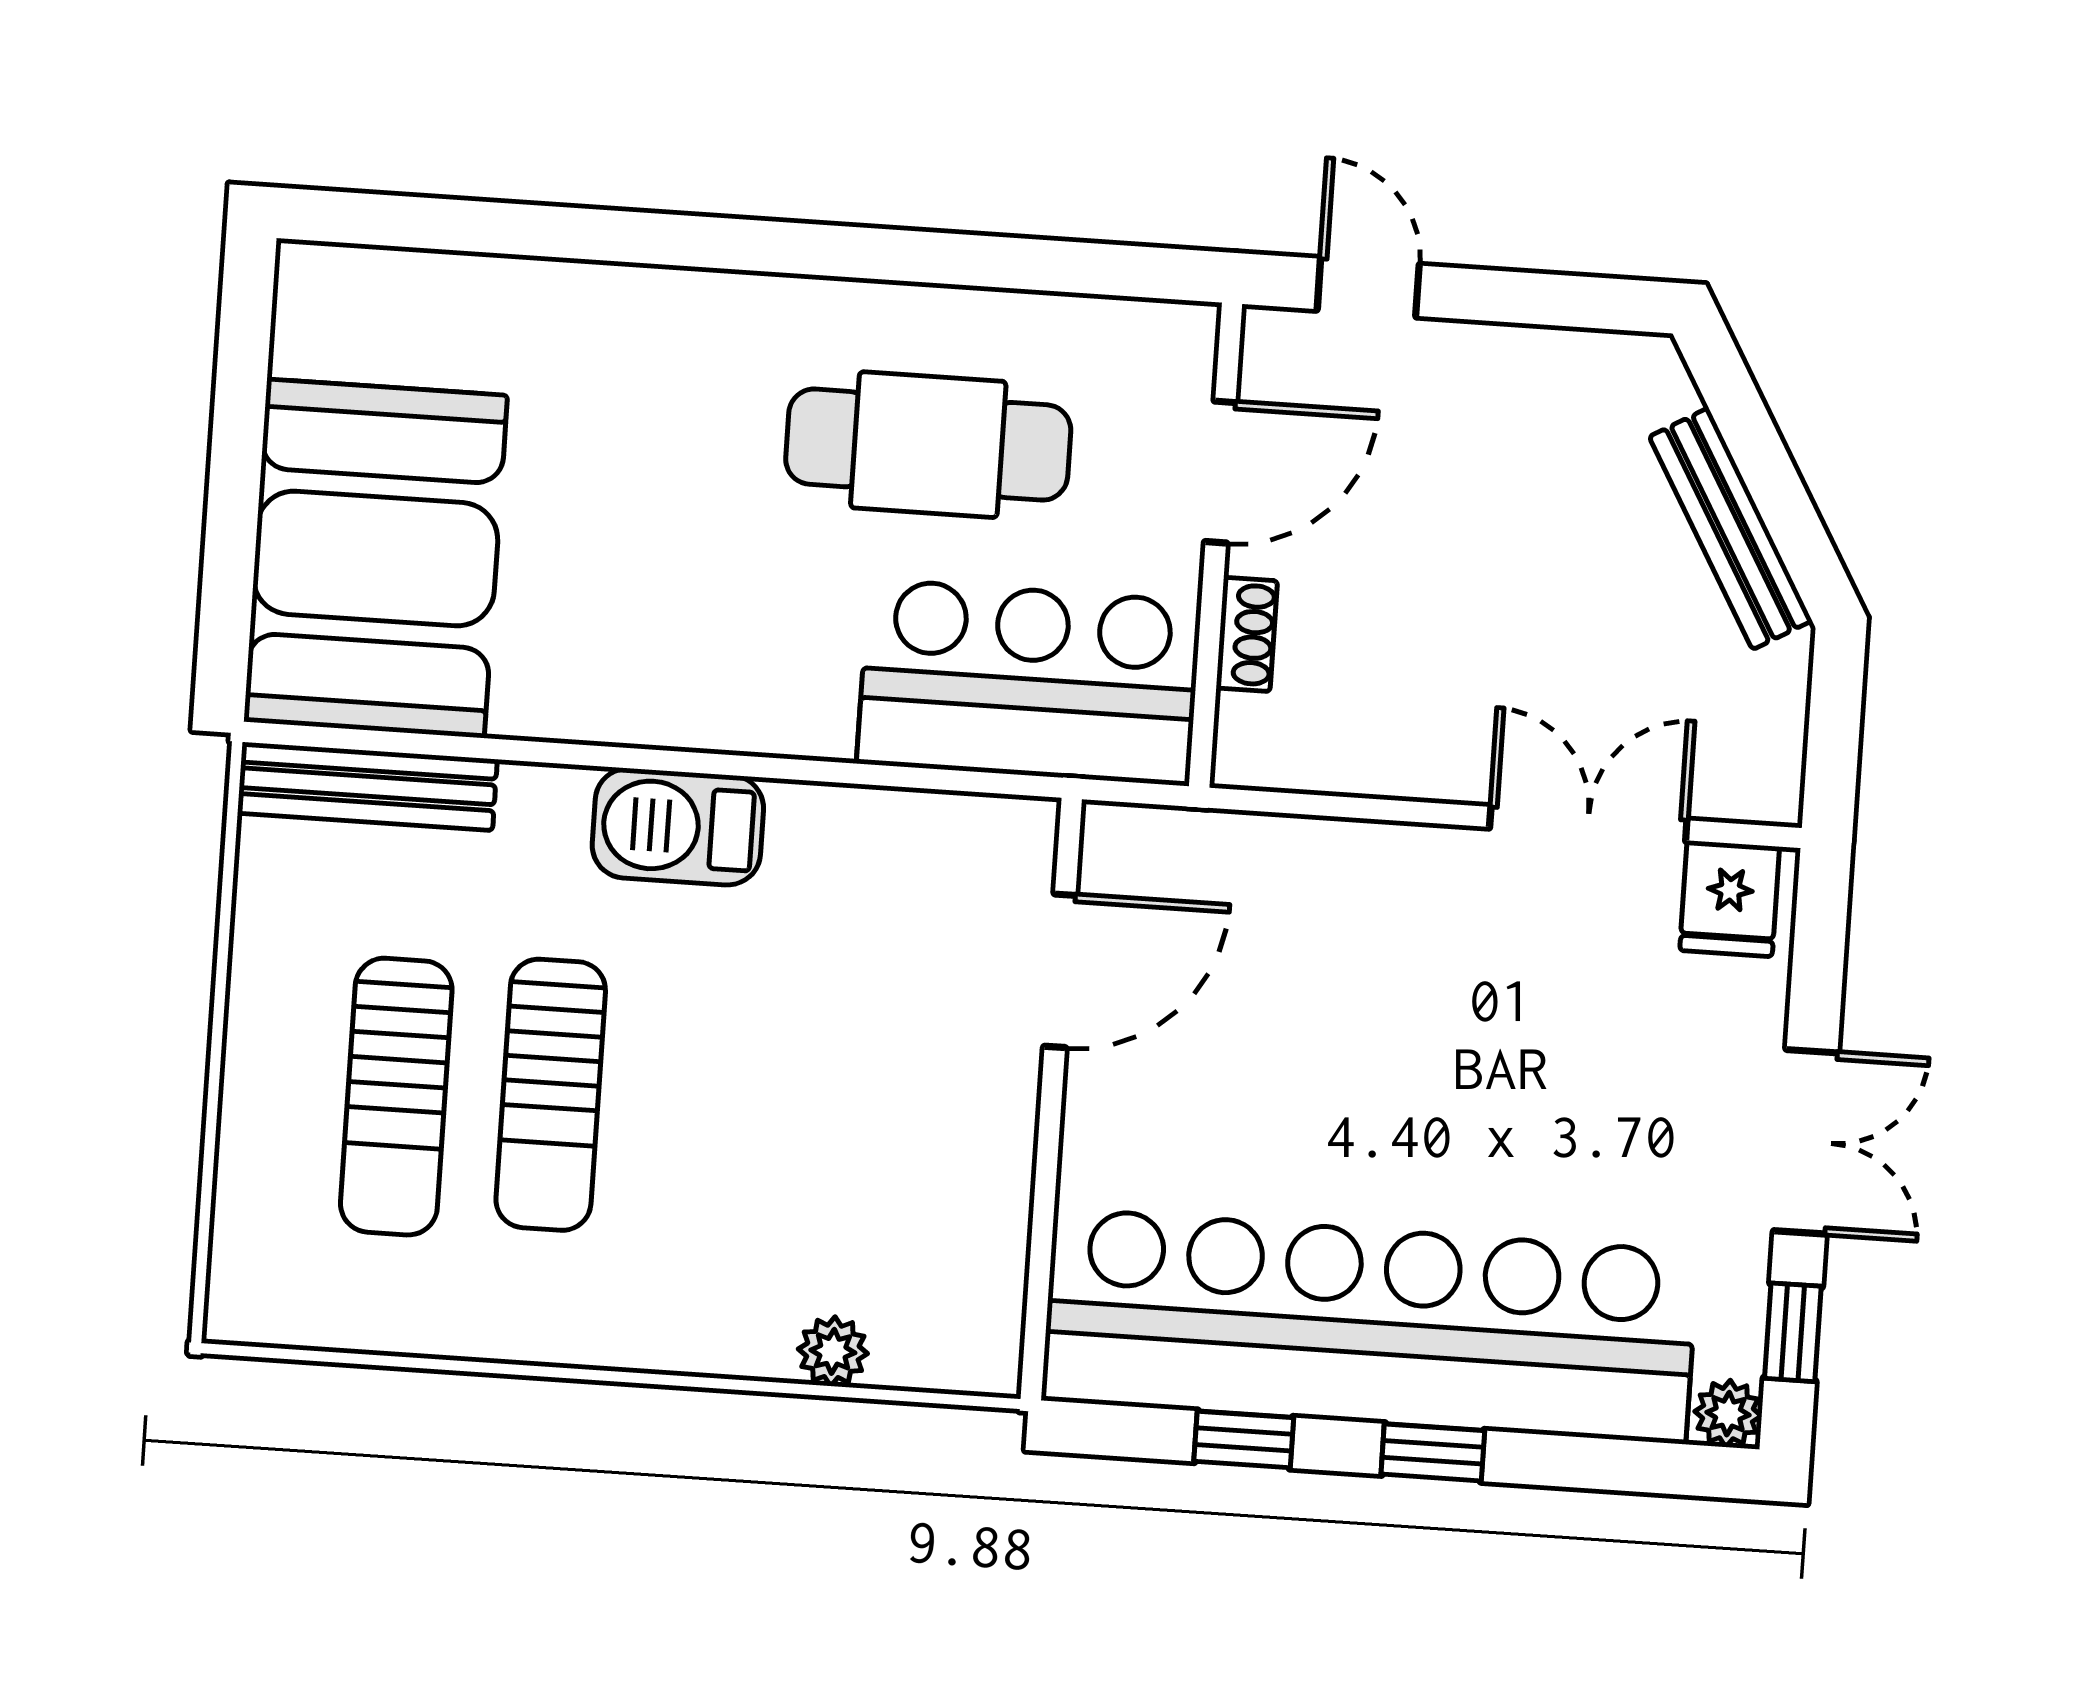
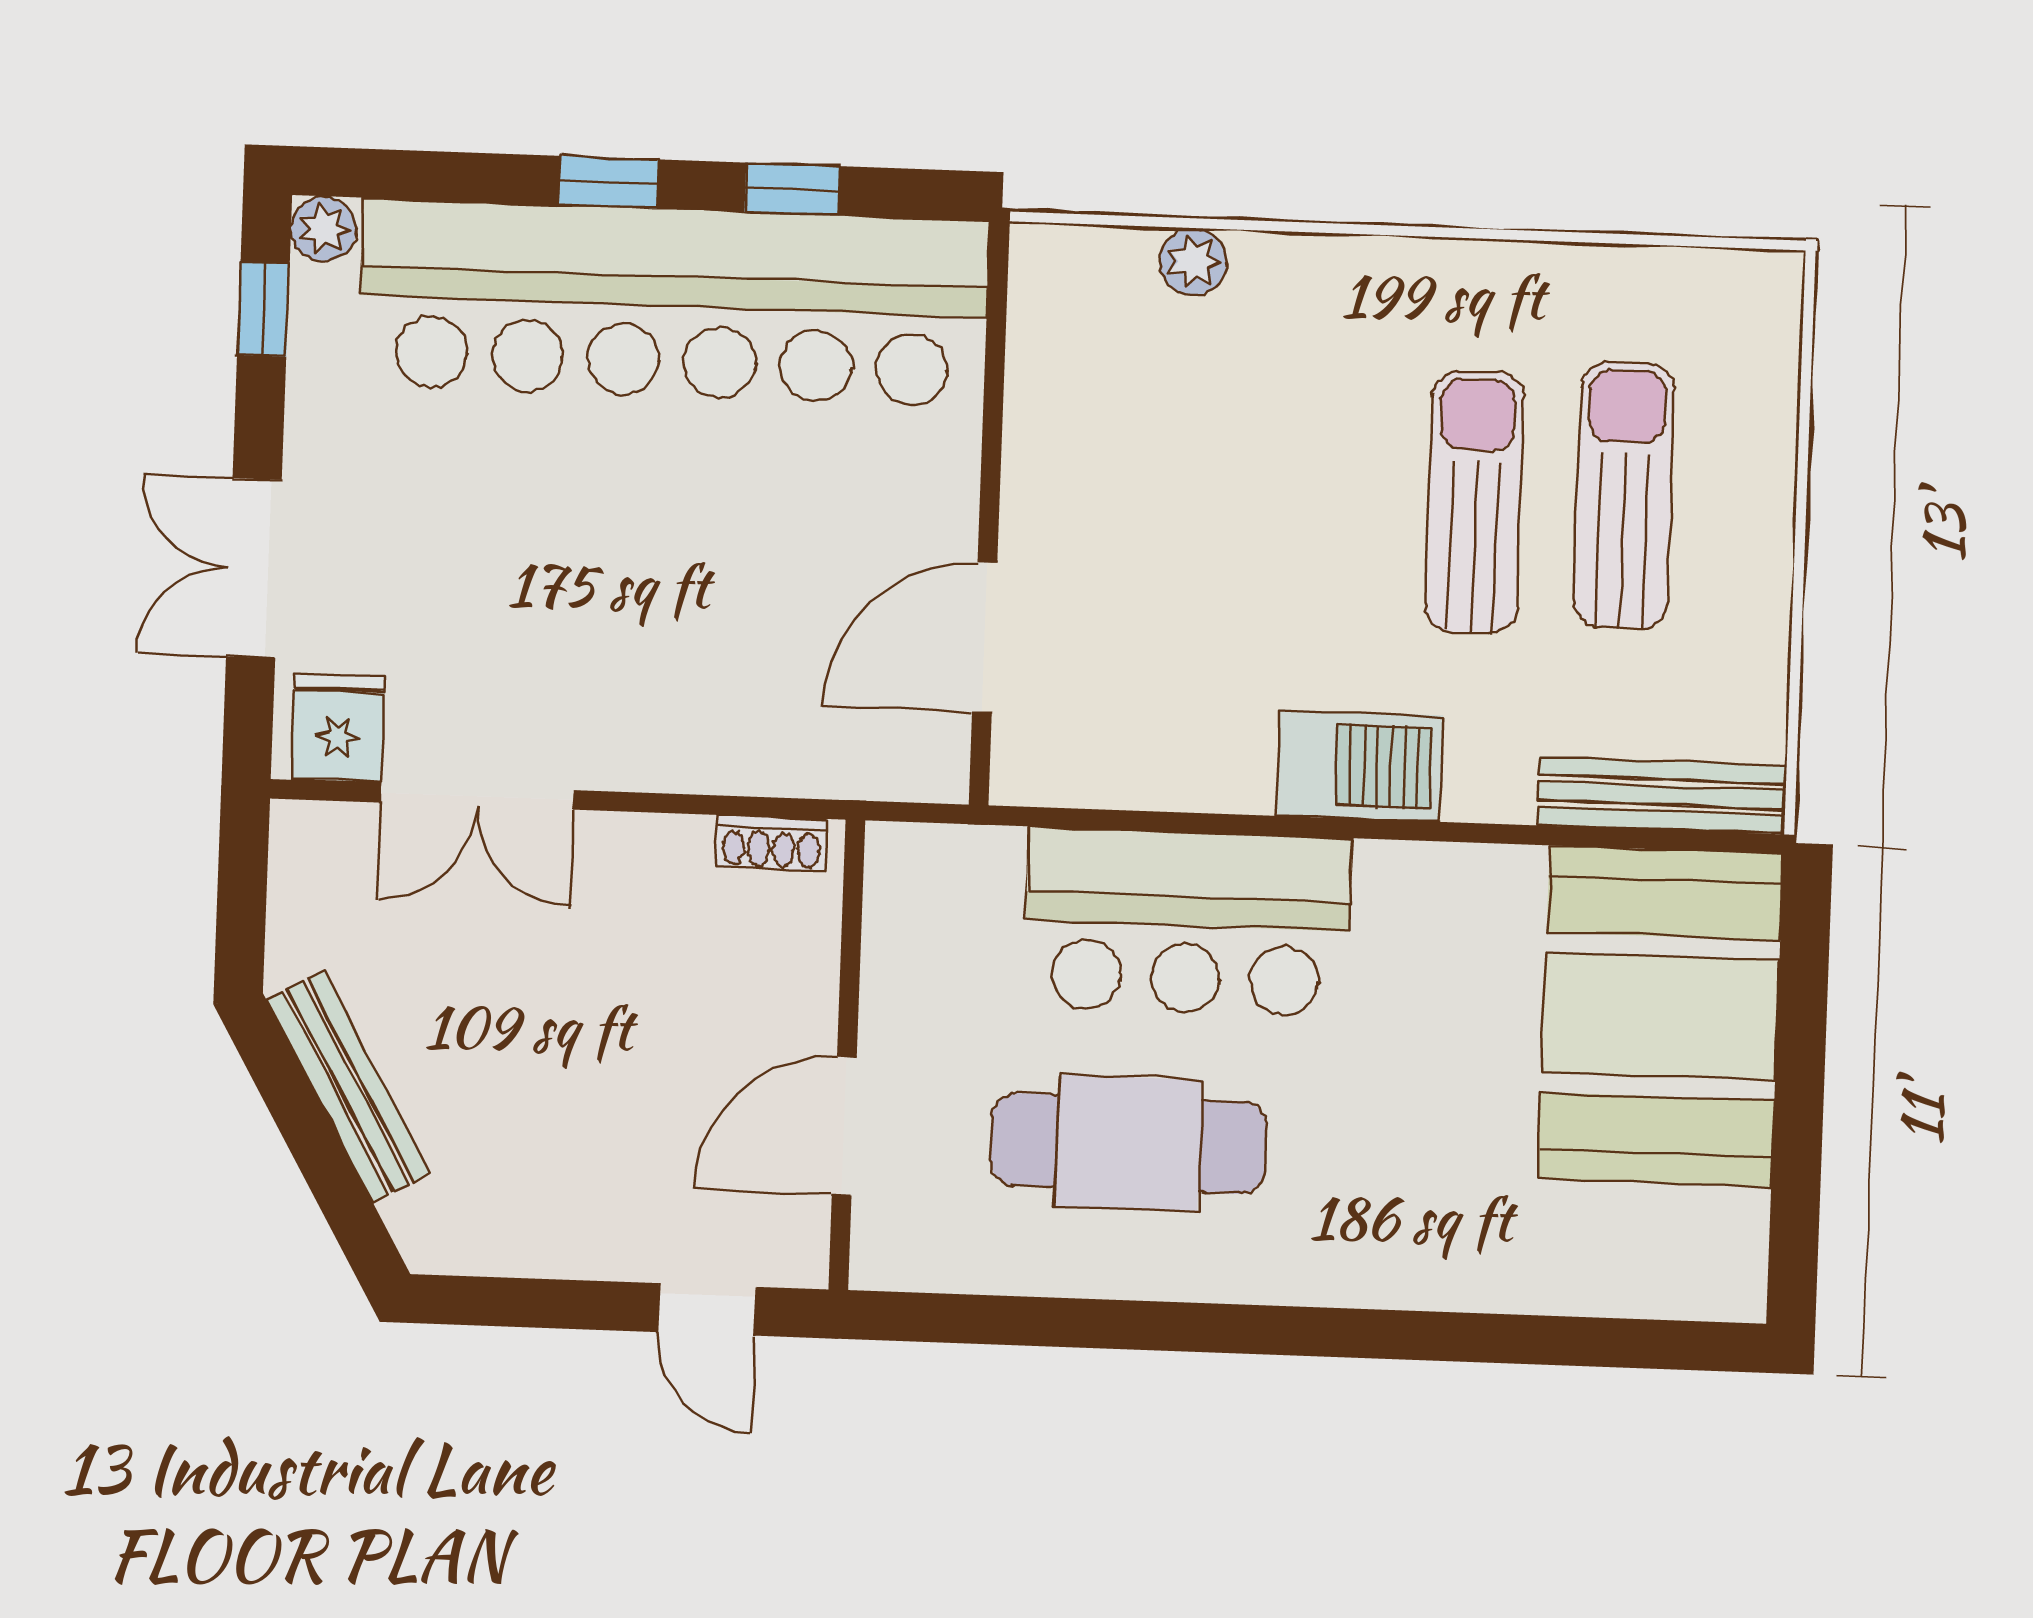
shoe rack: (1247, 634) -> (771, 843), moved, turned -90
bar counter: (1029, 683) -> (1187, 922), moved
double door: (1806, 1142) -> (254, 568), moved

